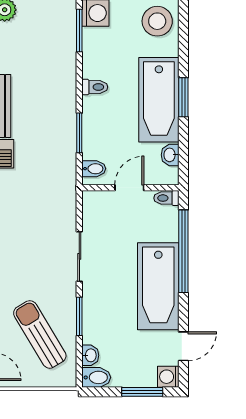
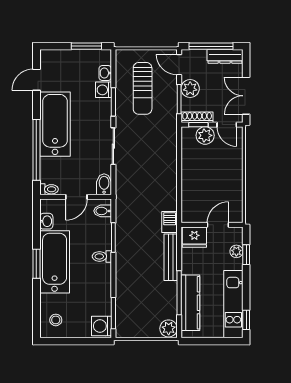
stool: (157, 21) -> (56, 320), width x0.53, depth x0.53
toilet: (95, 87) -> (102, 256), moved
sun lounger: (40, 334) -> (143, 88), turned 31
bidet: (96, 377) -> (104, 184), moved, turned 90
washing machine: (168, 377) -> (104, 90), moved, turned 180
window: (142, 392) -> (86, 46), moved

